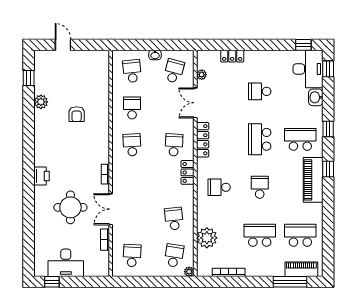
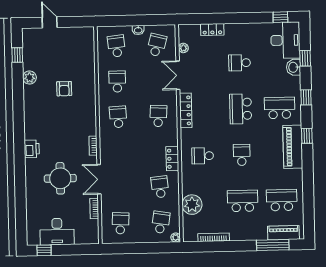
window: (328, 69) -> (305, 58), moved
locker: (188, 172) -> (172, 159), moved

